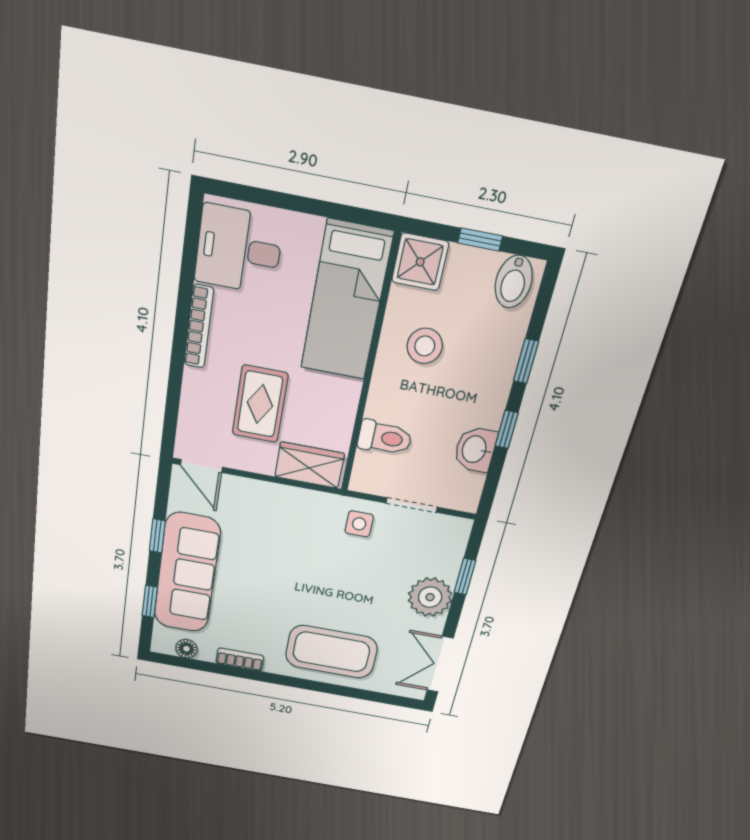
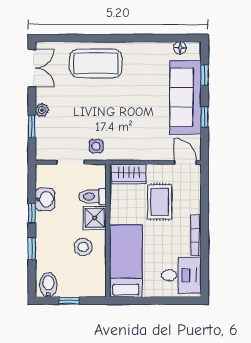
shower: (420, 262) -> (95, 218), moved
plant: (430, 597) -> (42, 110), width x0.53, depth x0.53
bookcase: (240, 660) -> (148, 47), removed

